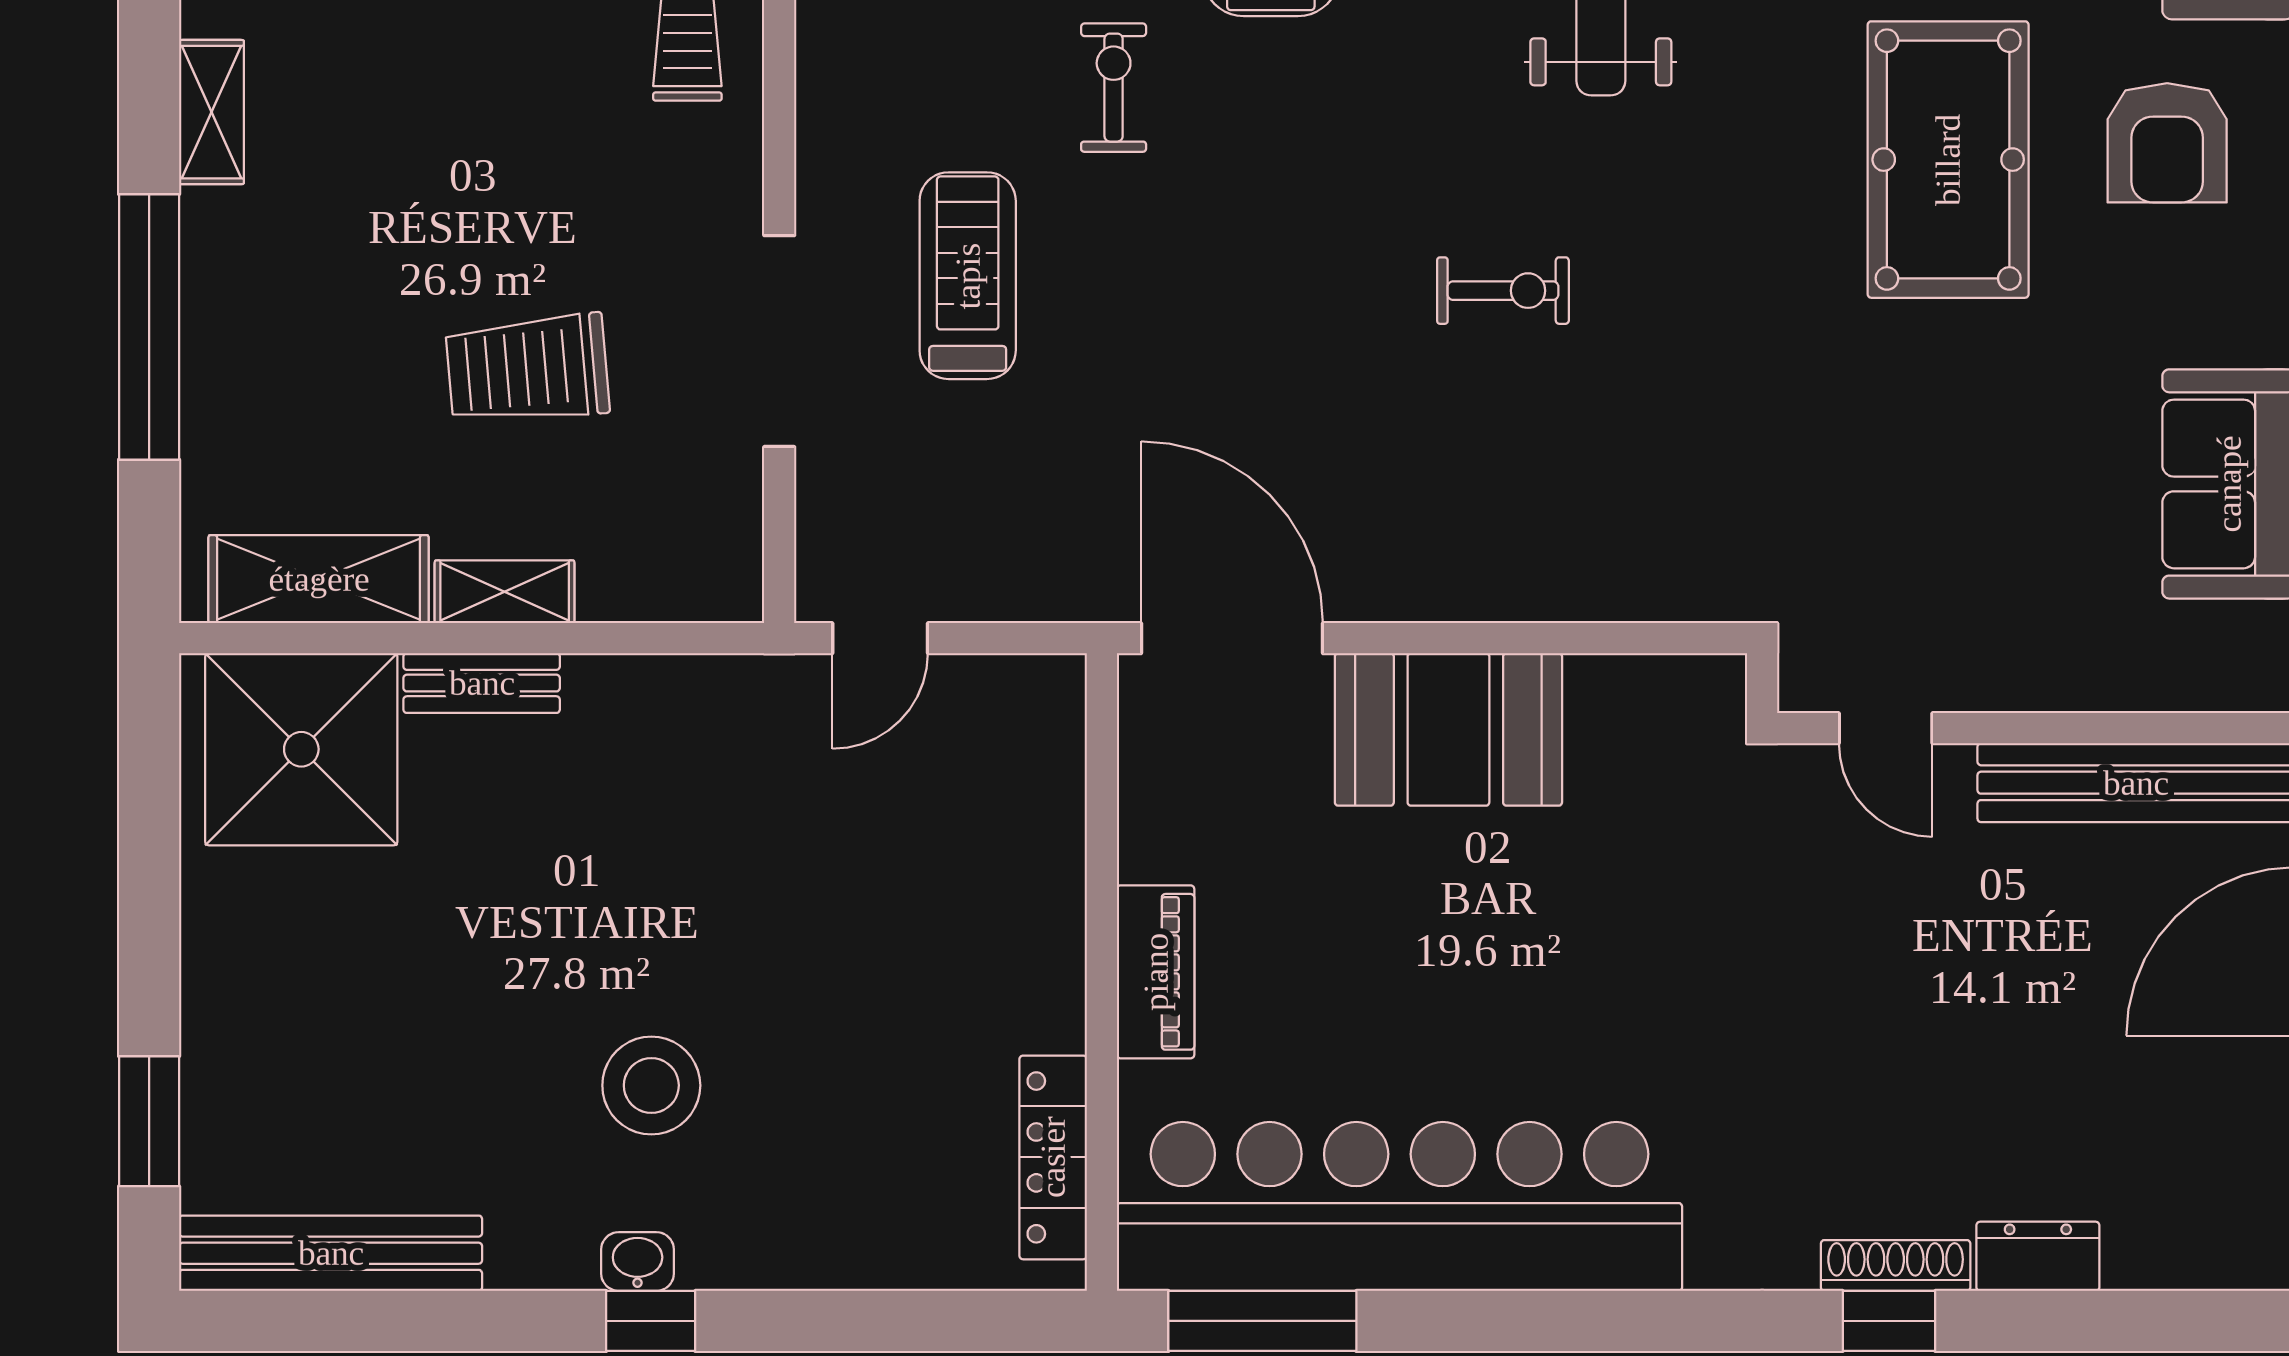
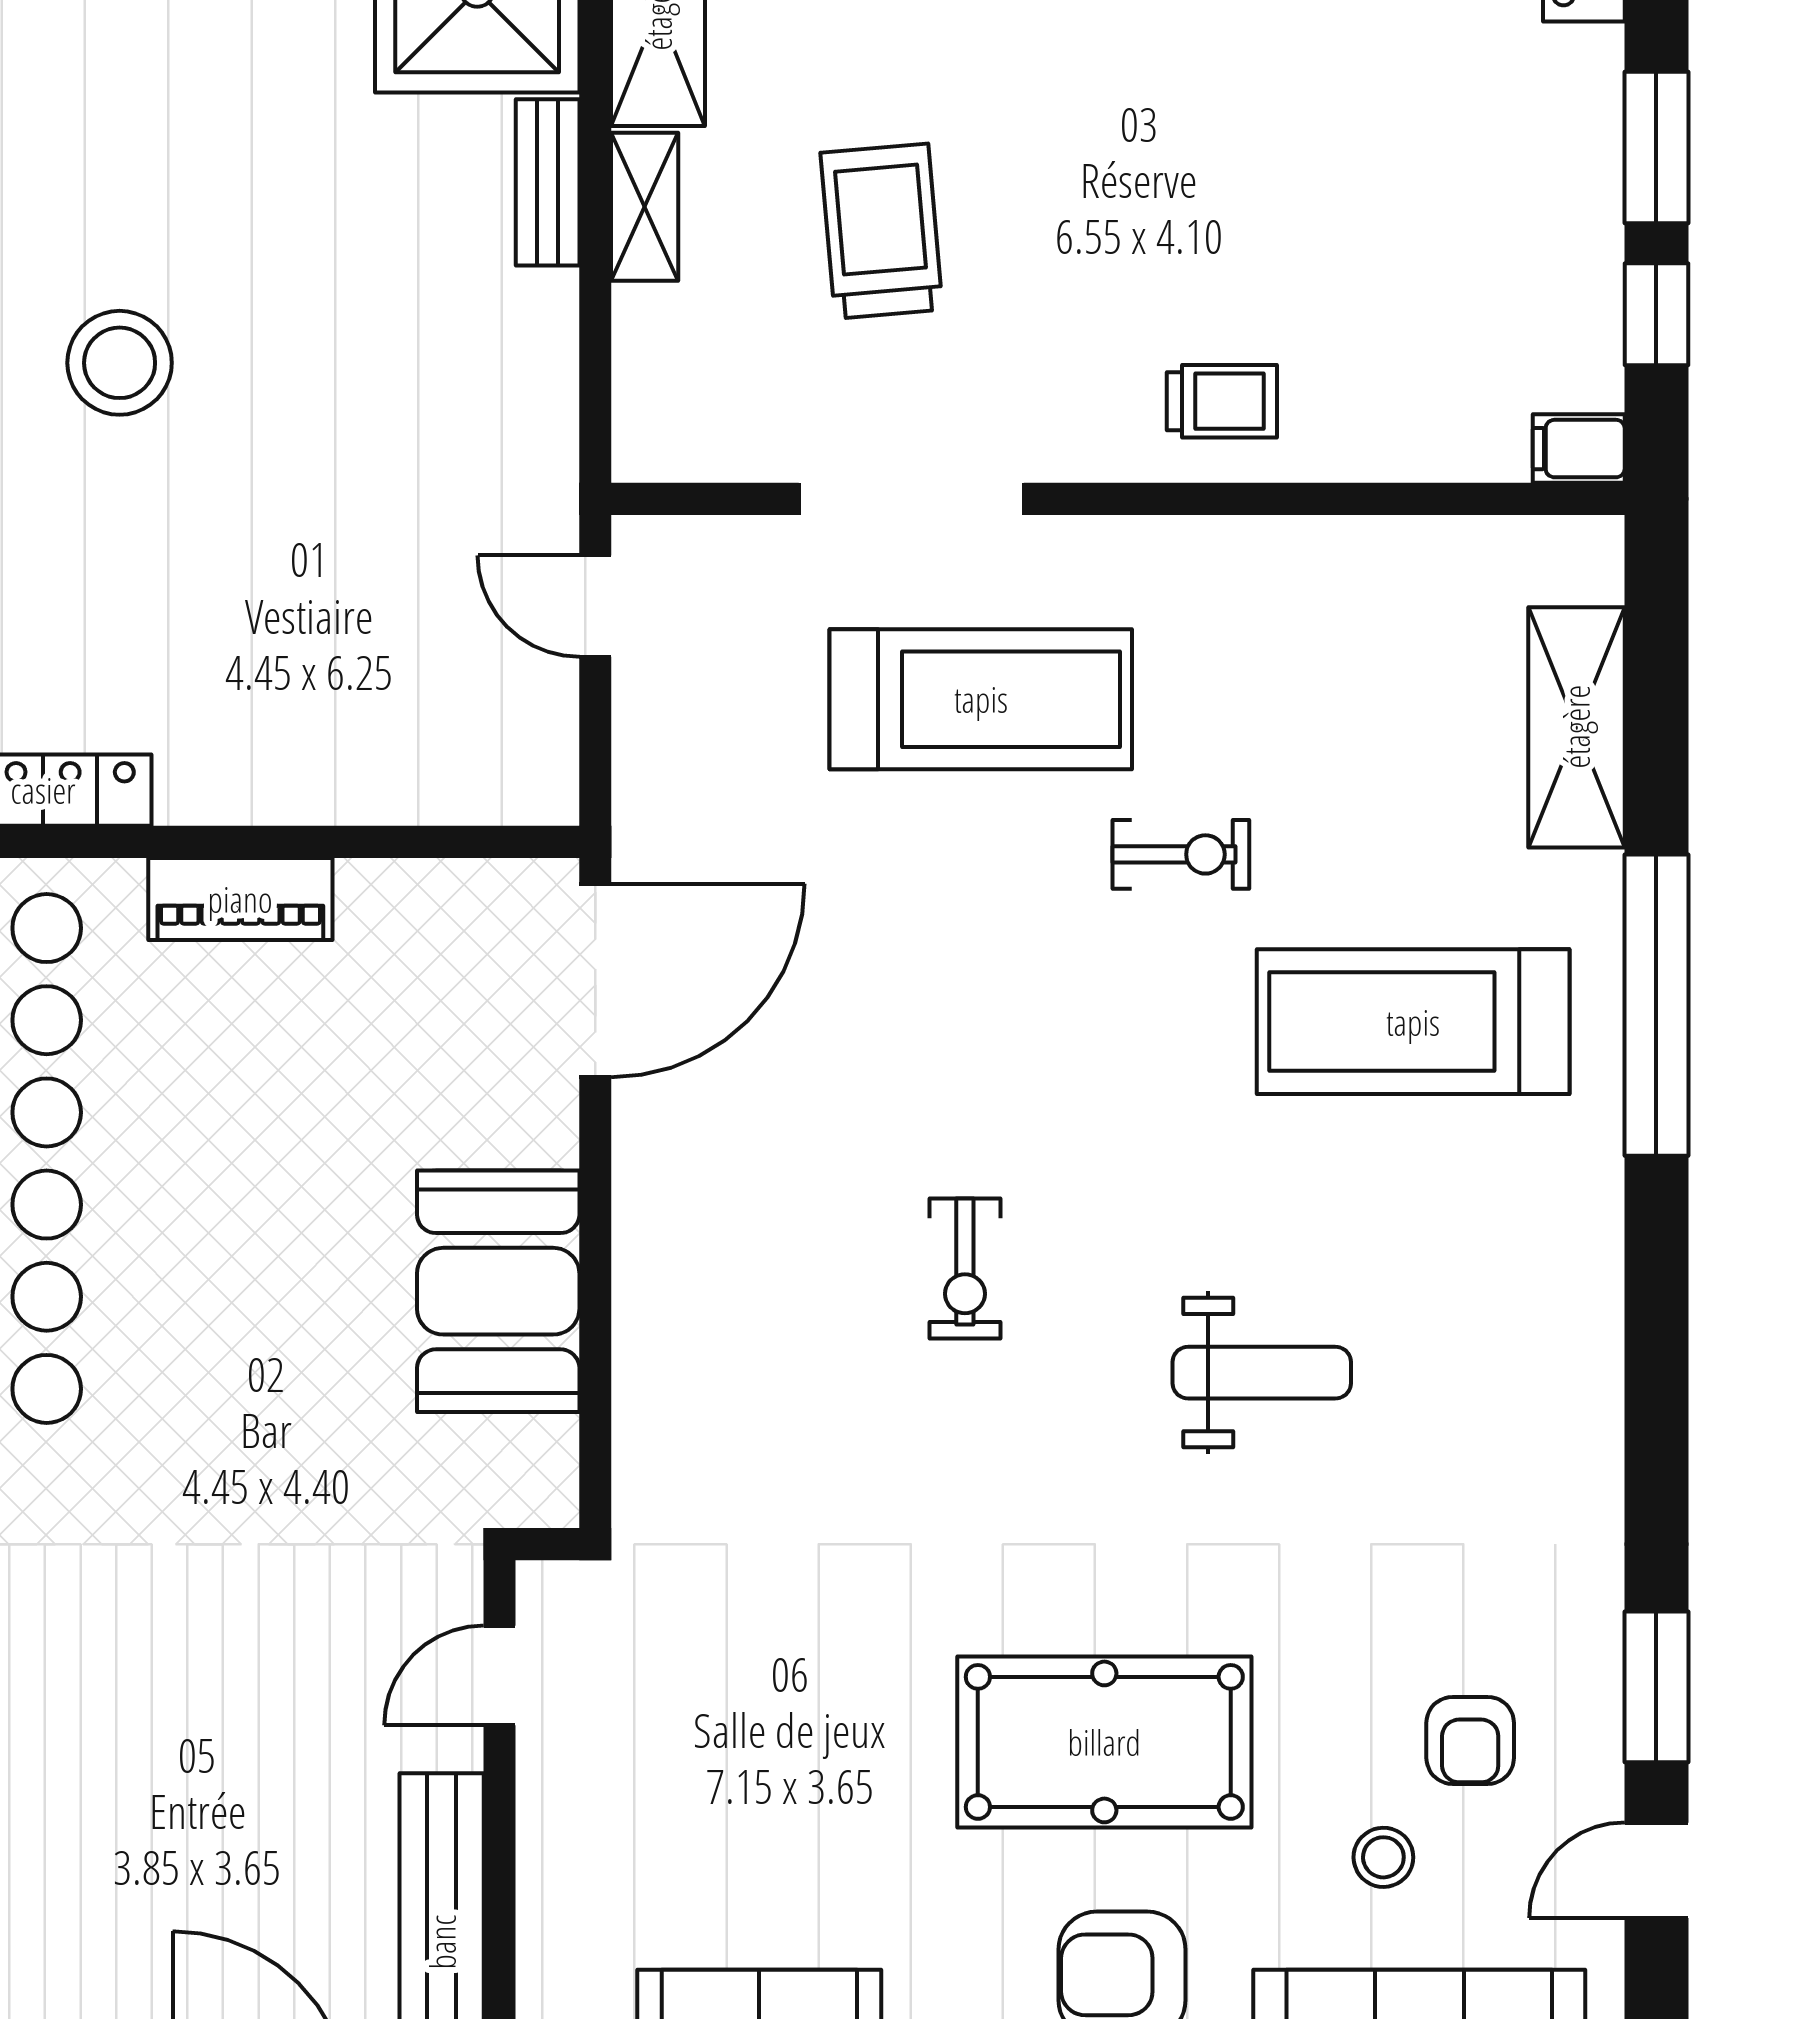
treadmill: (968, 276) -> (981, 699), width x1.37, depth x1.38
booth: (1448, 729) -> (498, 1291), moved

